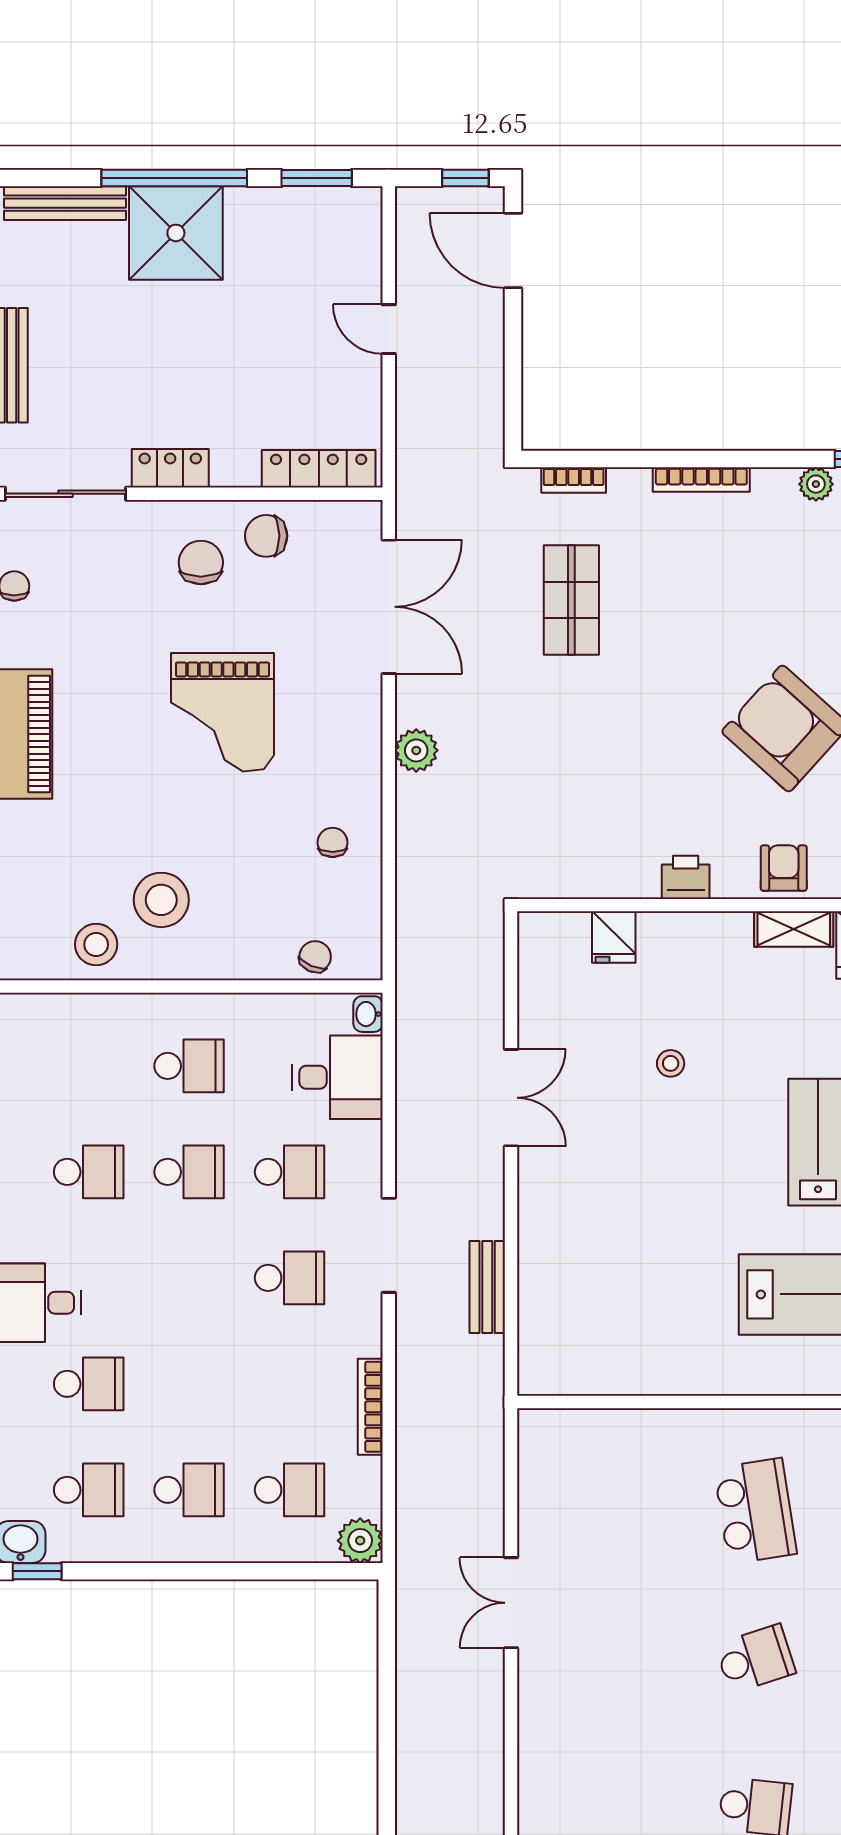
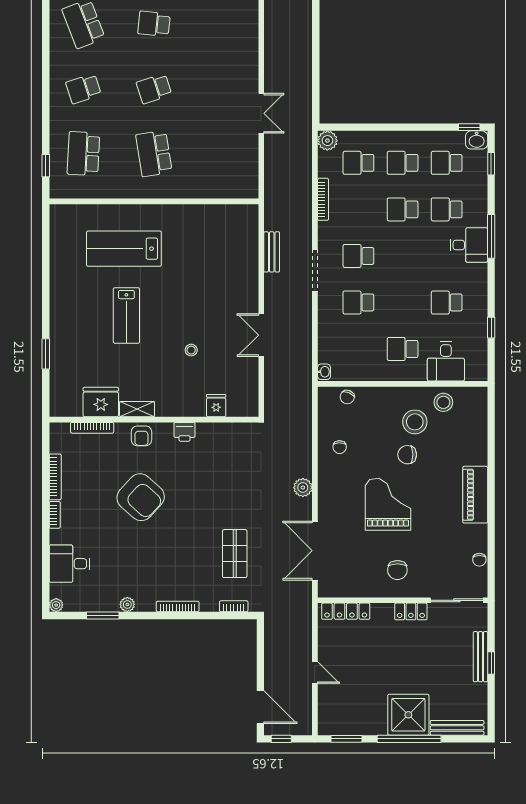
chair: (266, 536) -> (407, 455), moved, turned 180
desk: (337, 1077) -> (446, 361), moved, turned -90
school desk: (189, 1172) -> (403, 209), moved

